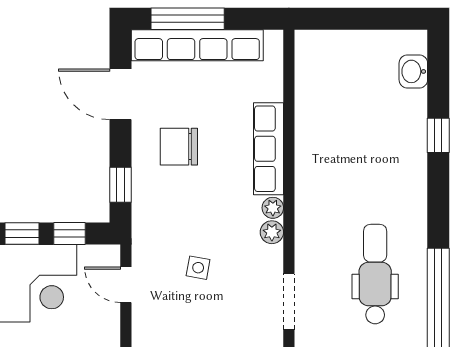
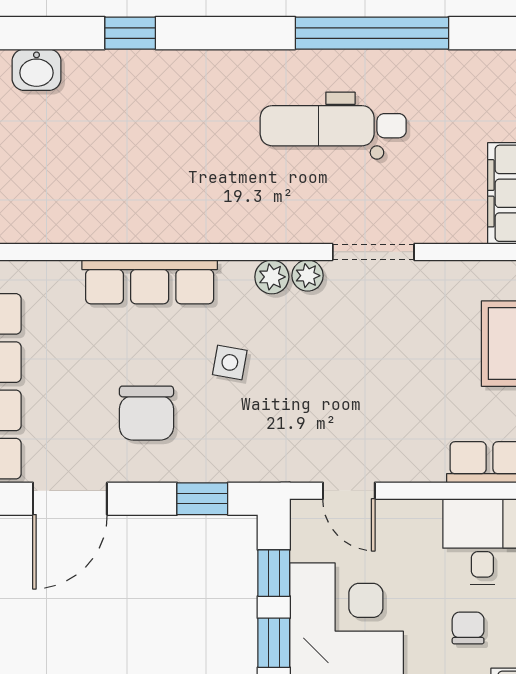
plant: (273, 208) -> (308, 276), moved
side table: (198, 268) -> (230, 362), moved
door: (126, 285) -> (349, 491), hinge flipped

